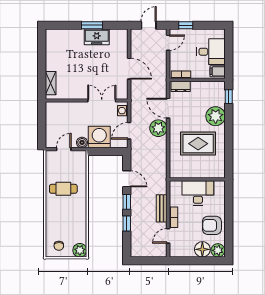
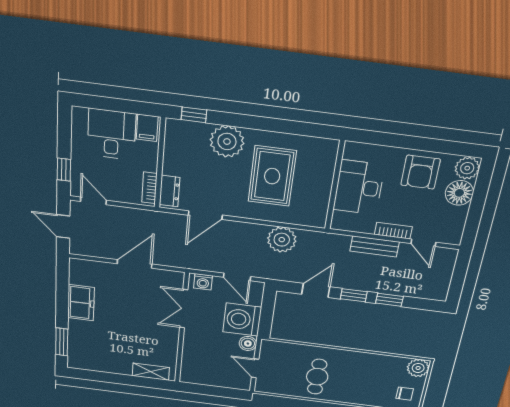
window: (92, 25) -> (62, 342), moved
plant: (158, 128) -> (282, 240), moved

